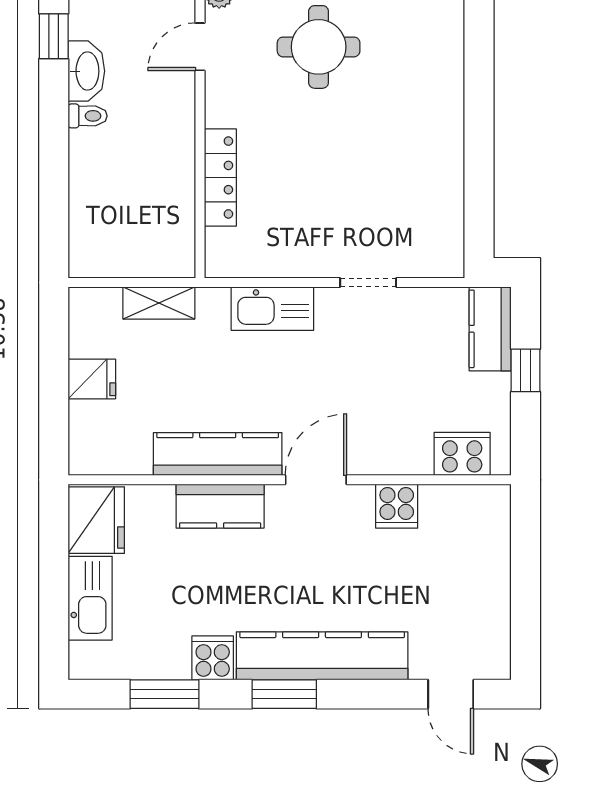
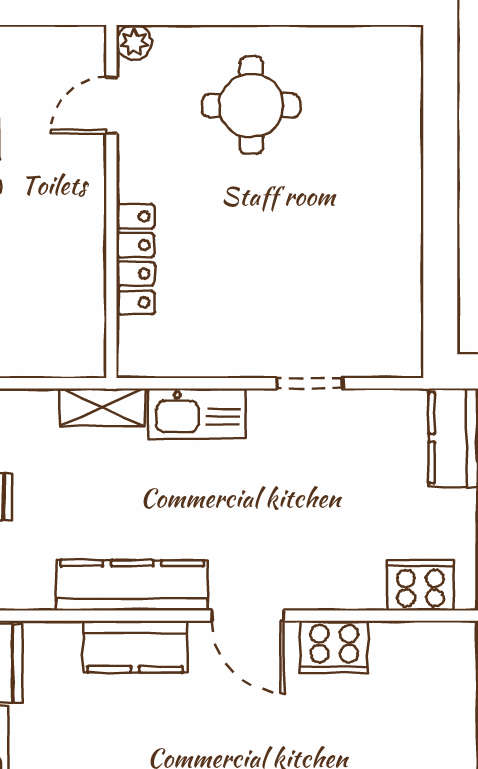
shelving: (159, 303) -> (102, 407), moved
door: (316, 480) -> (248, 616), swing flipped
cooker: (397, 506) -> (334, 647), width x1.36

